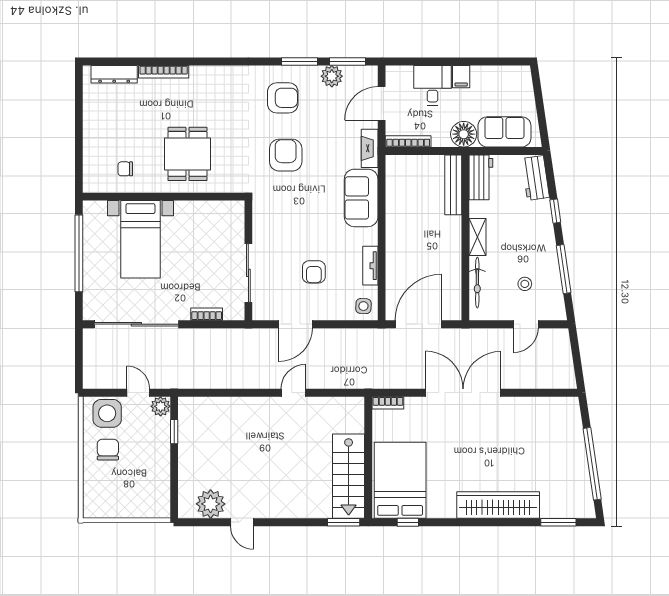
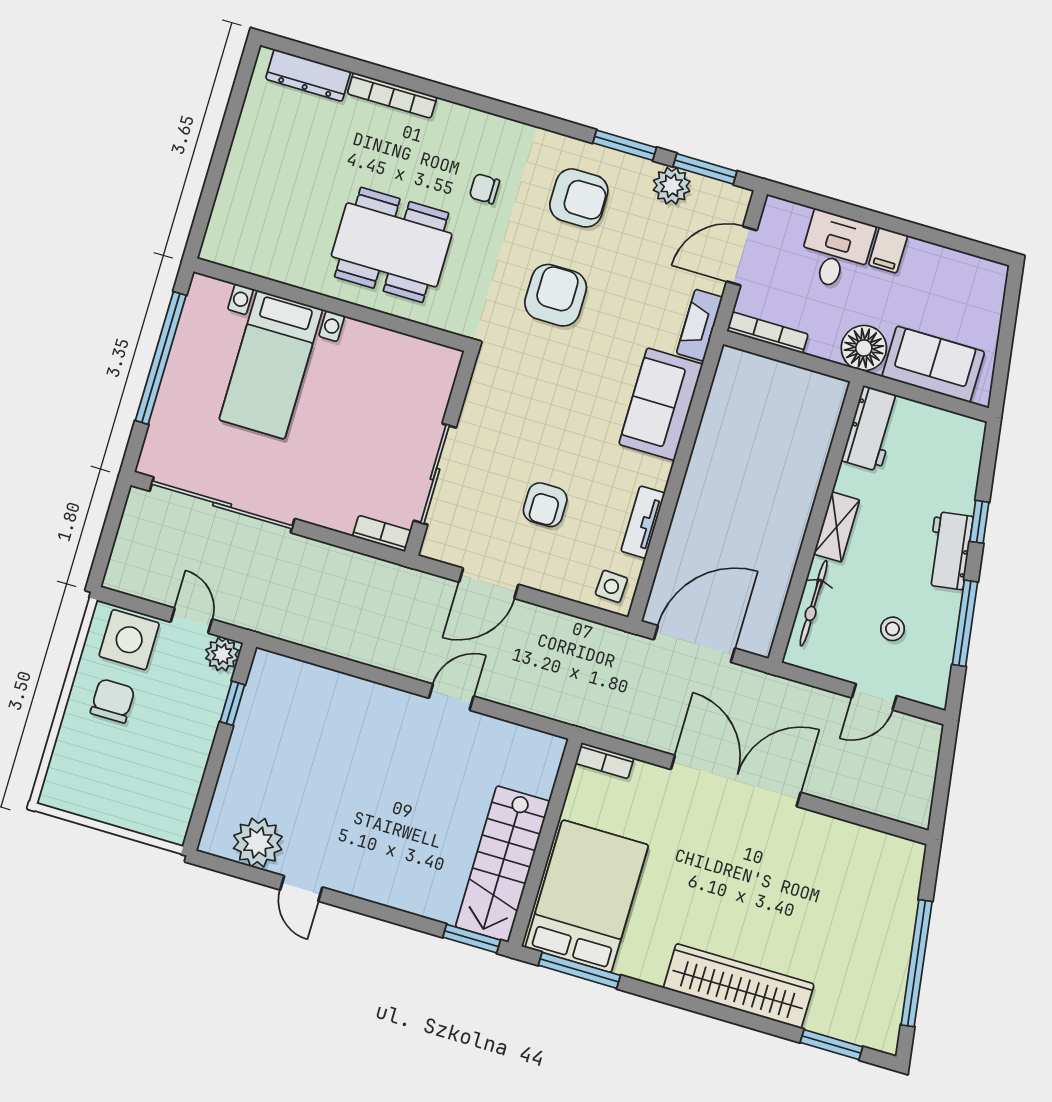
dining table: (187, 154) -> (392, 245), width x1.38
chair: (125, 169) -> (484, 189), moved
workbench: (535, 178) -> (949, 551), moved
bench: (453, 185) -> (821, 428), removed
bookcase: (207, 314) -> (382, 534), moved
window: (408, 522) -> (579, 970), width x2.17

